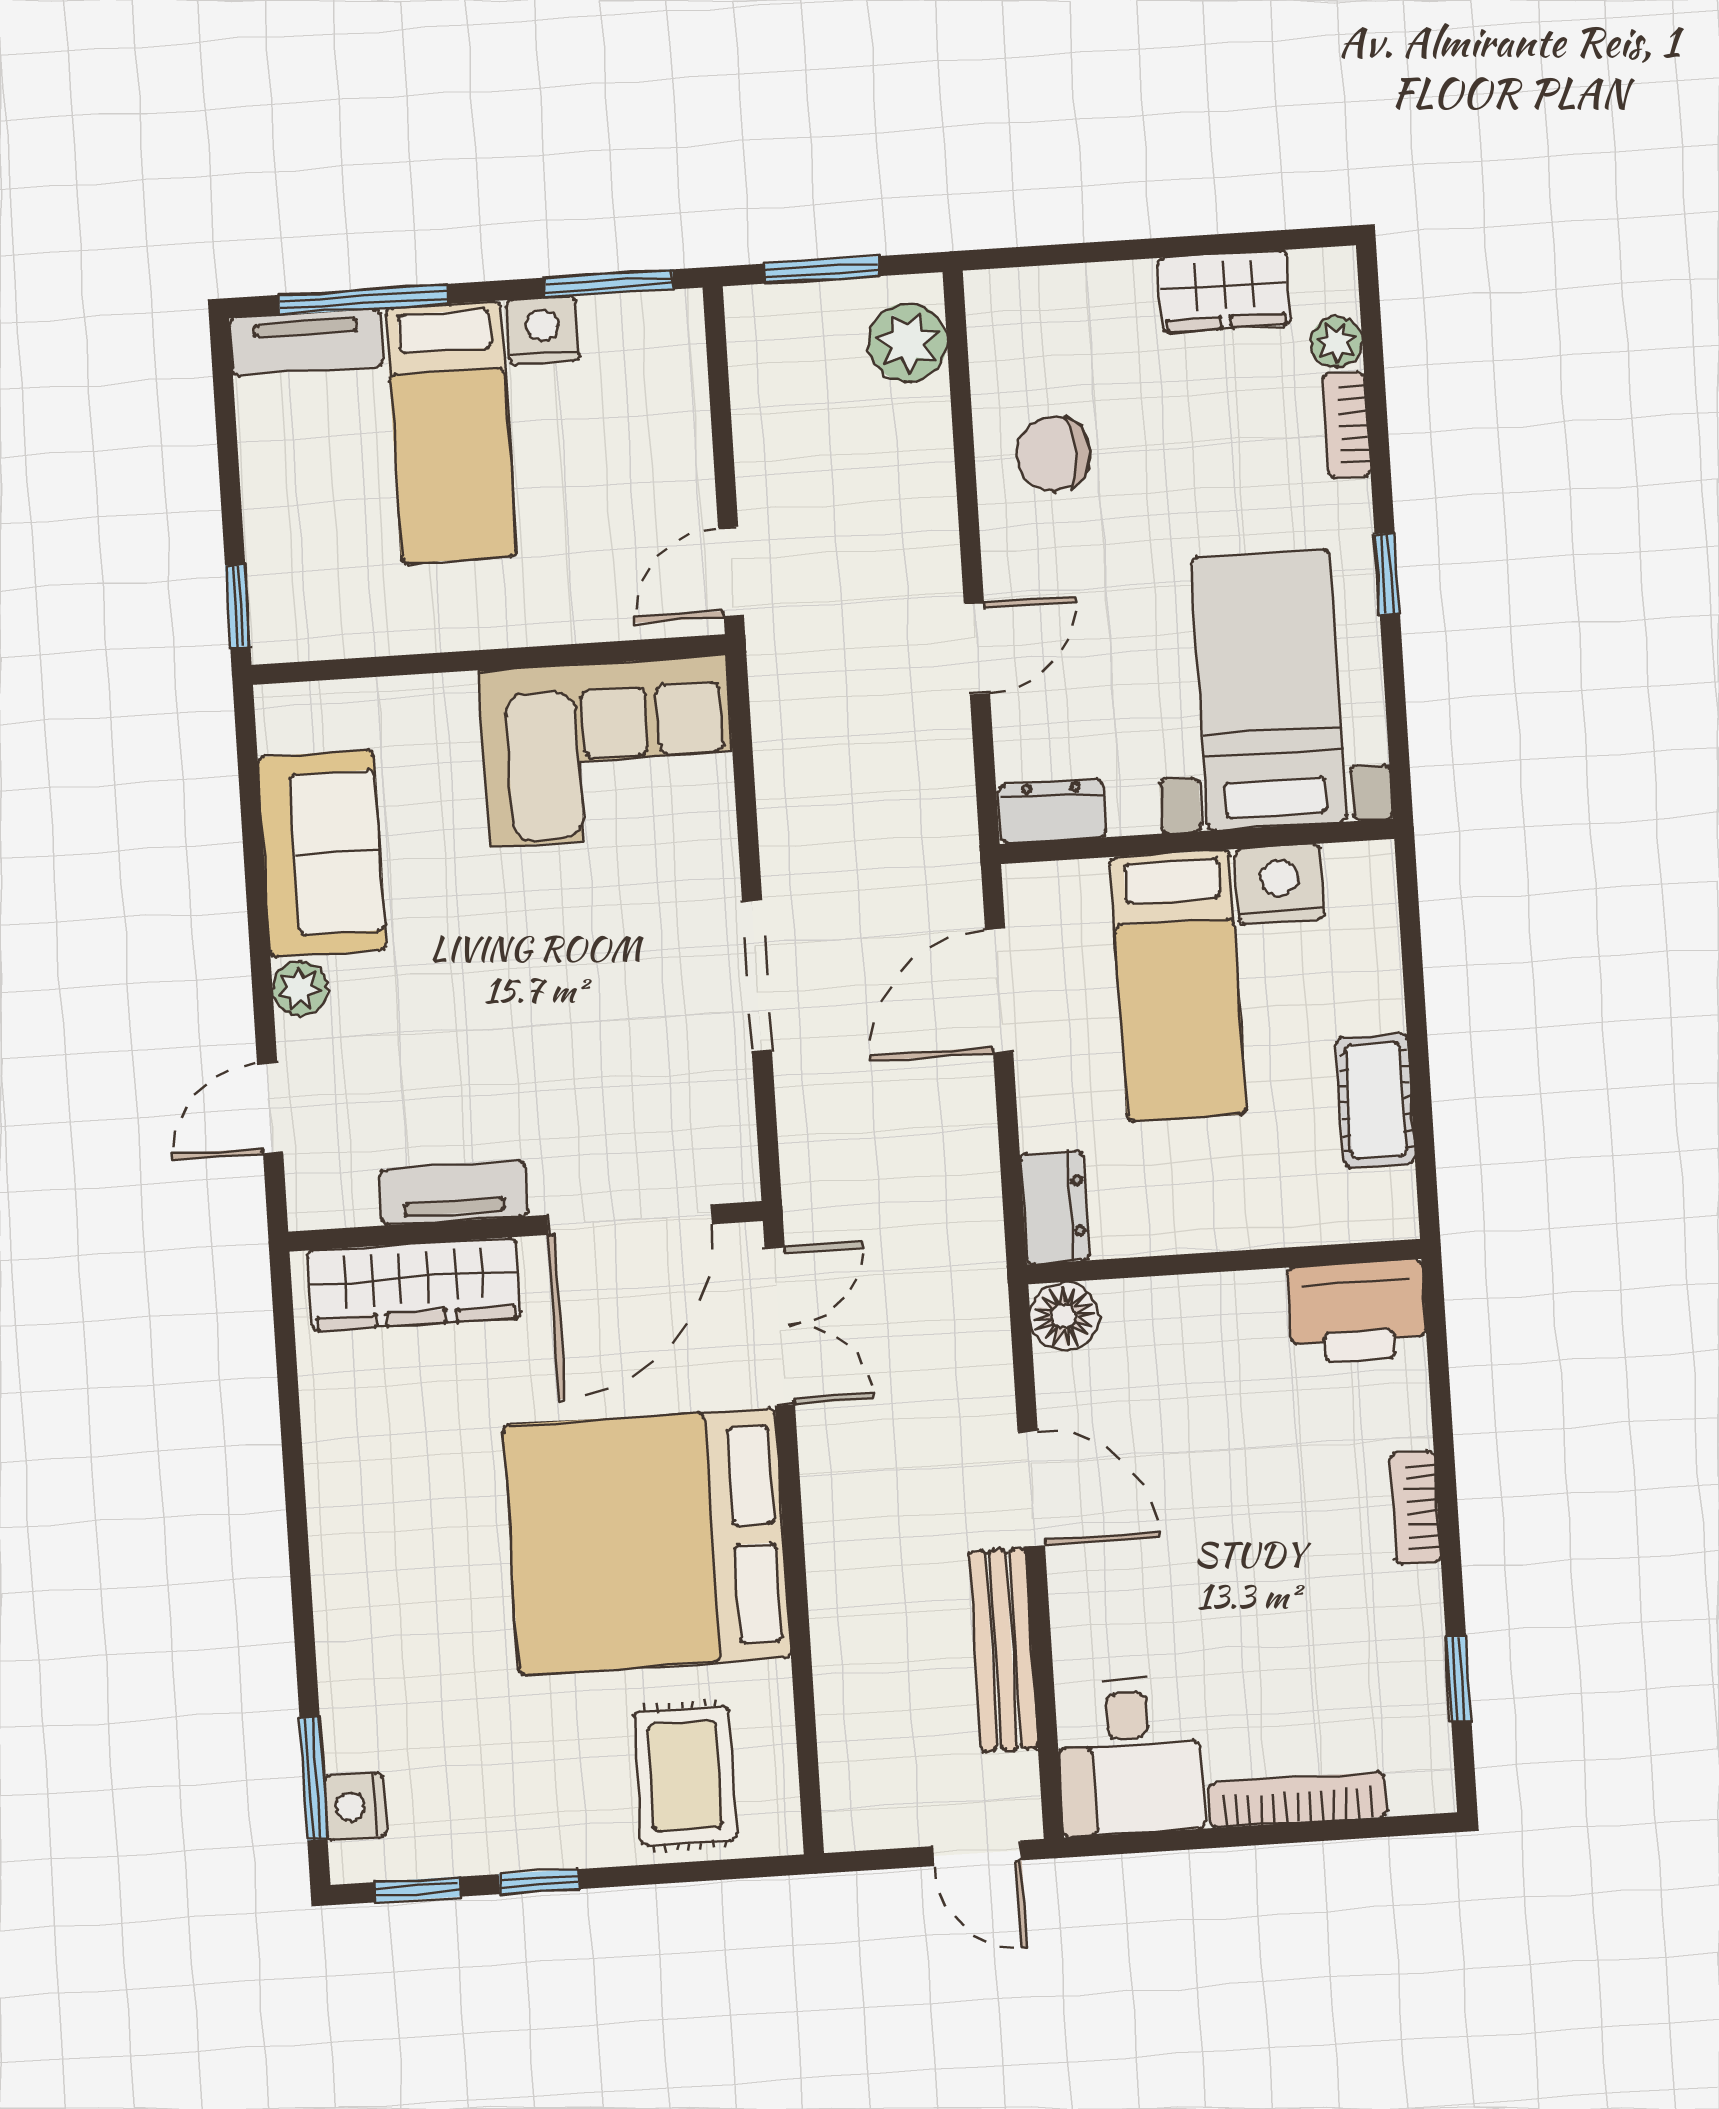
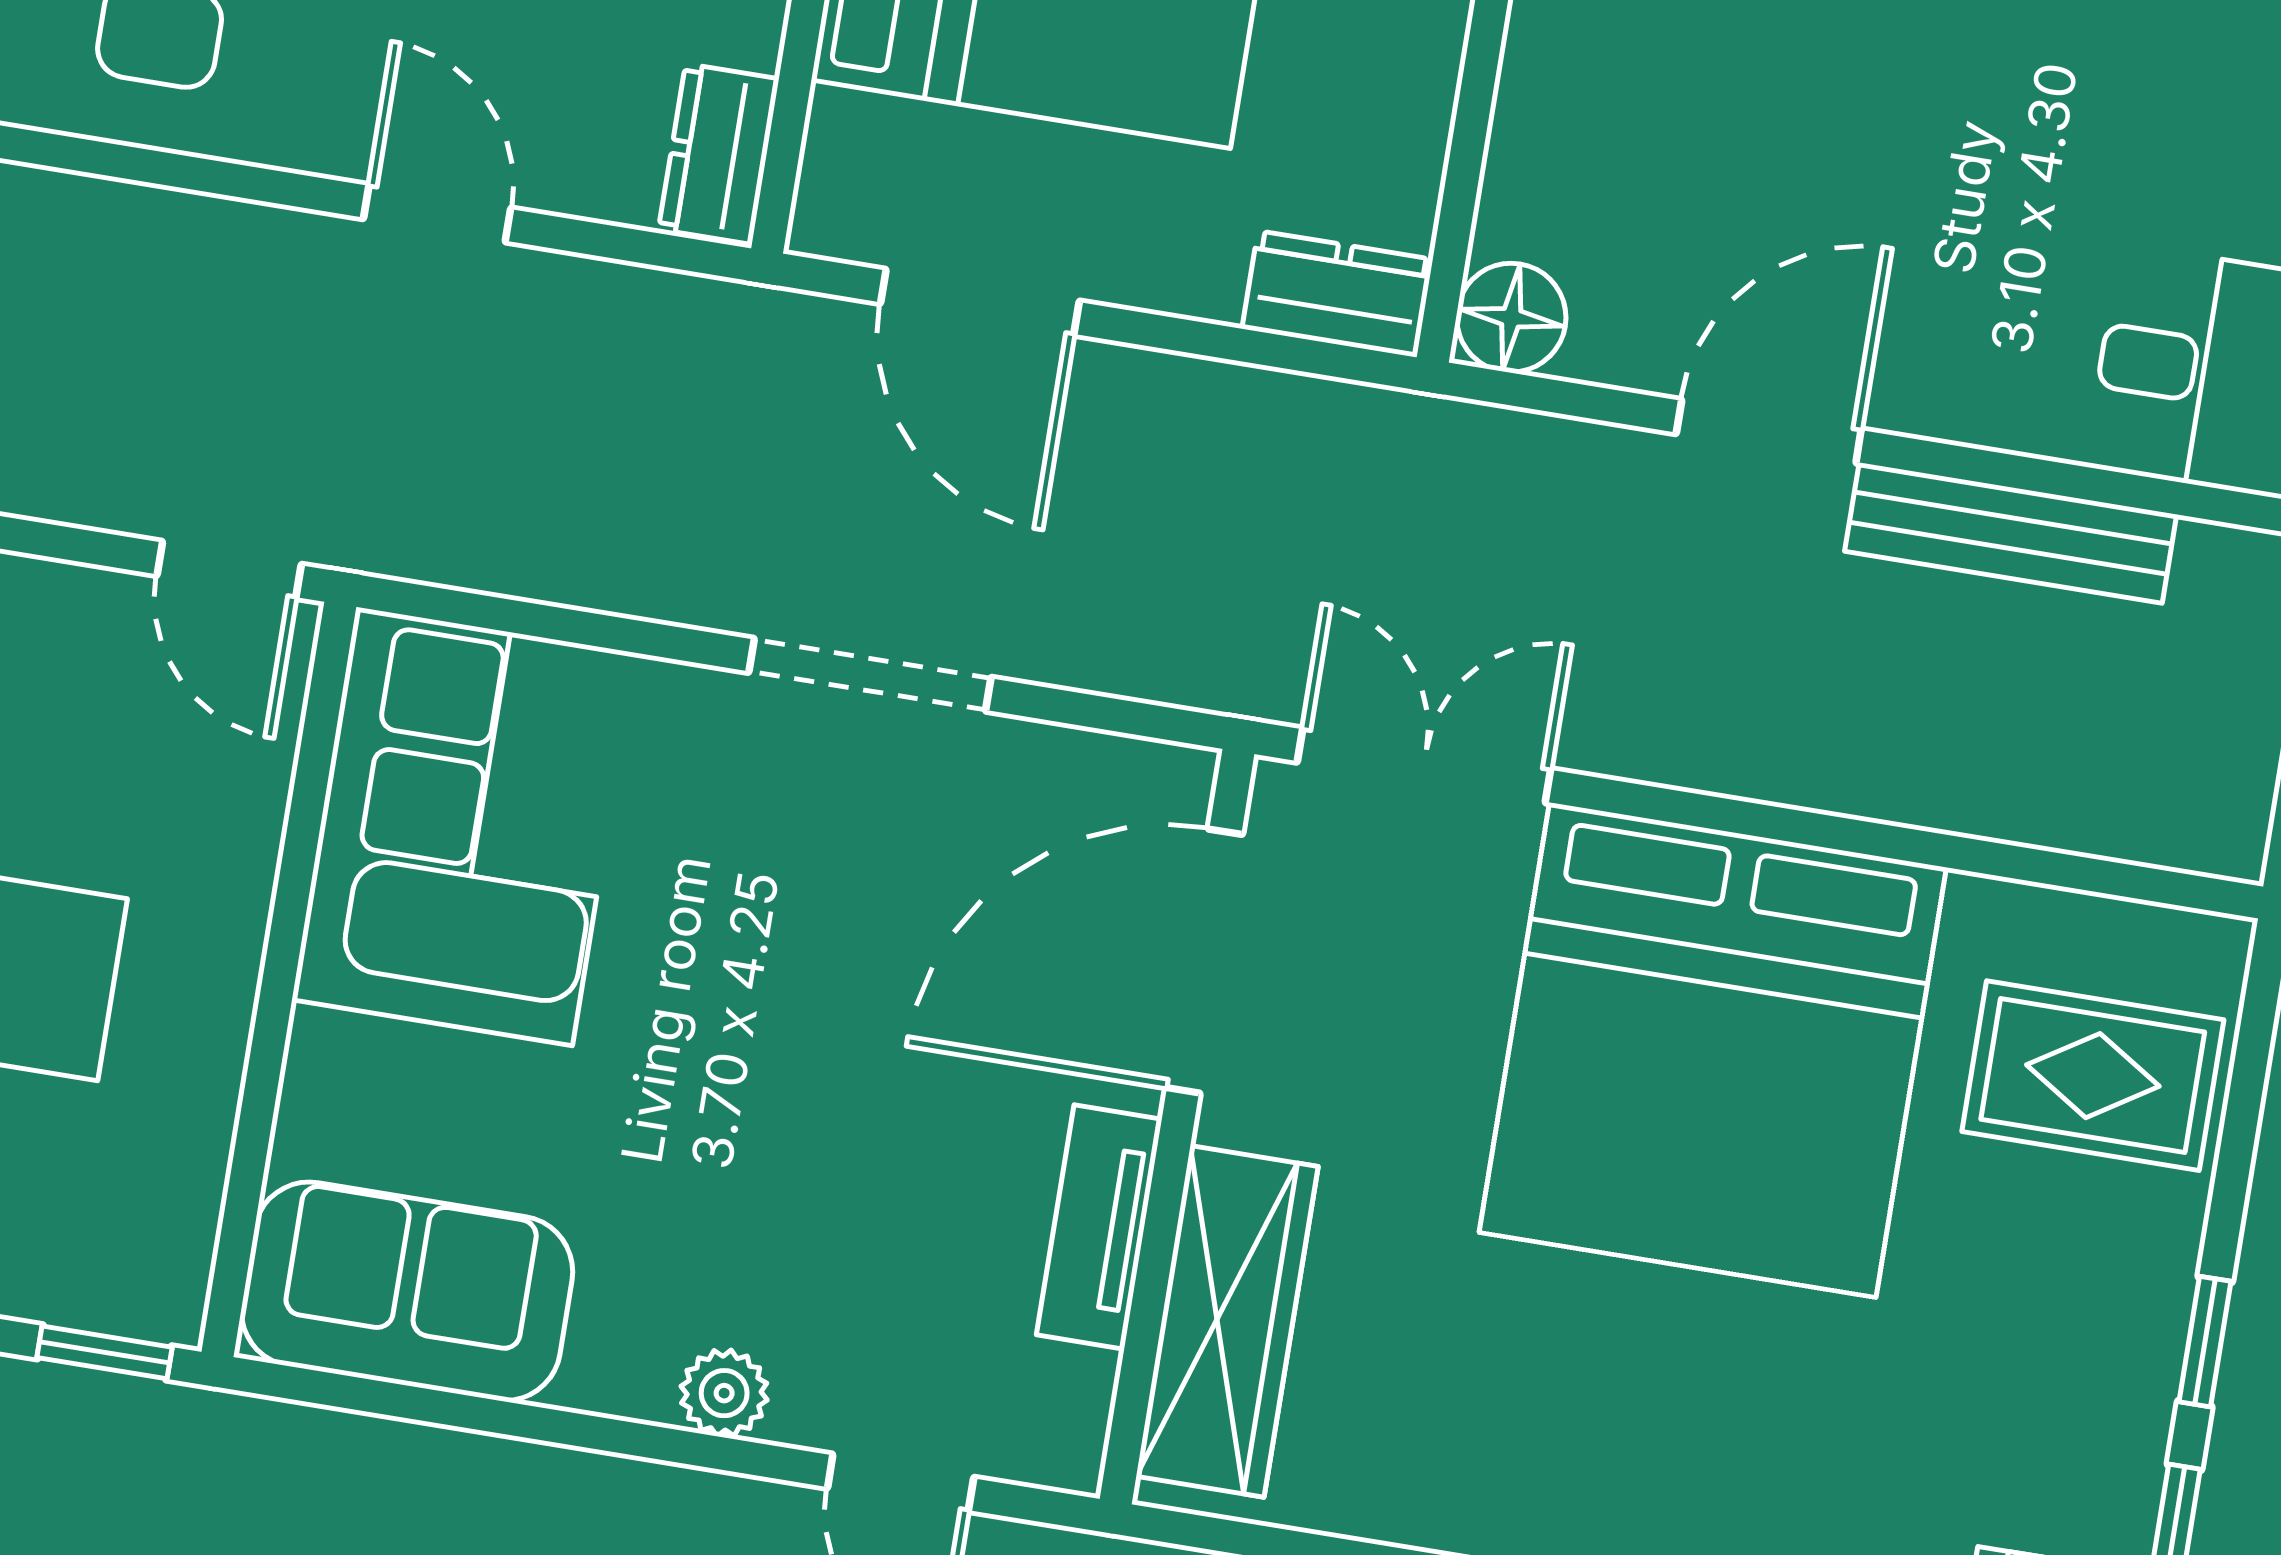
sofa: (322, 854) -> (407, 1291), moved
door: (630, 1220) -> (1204, 961), swing flipped

